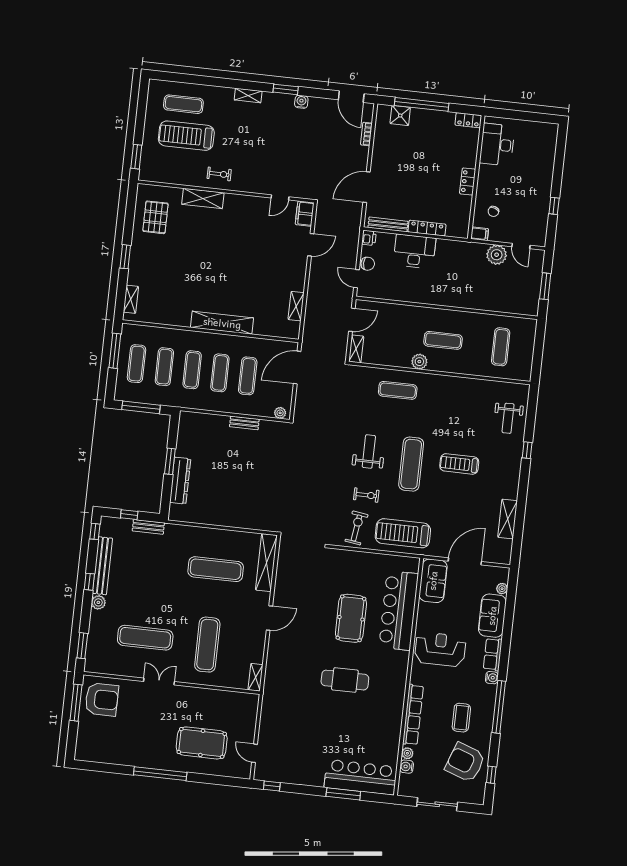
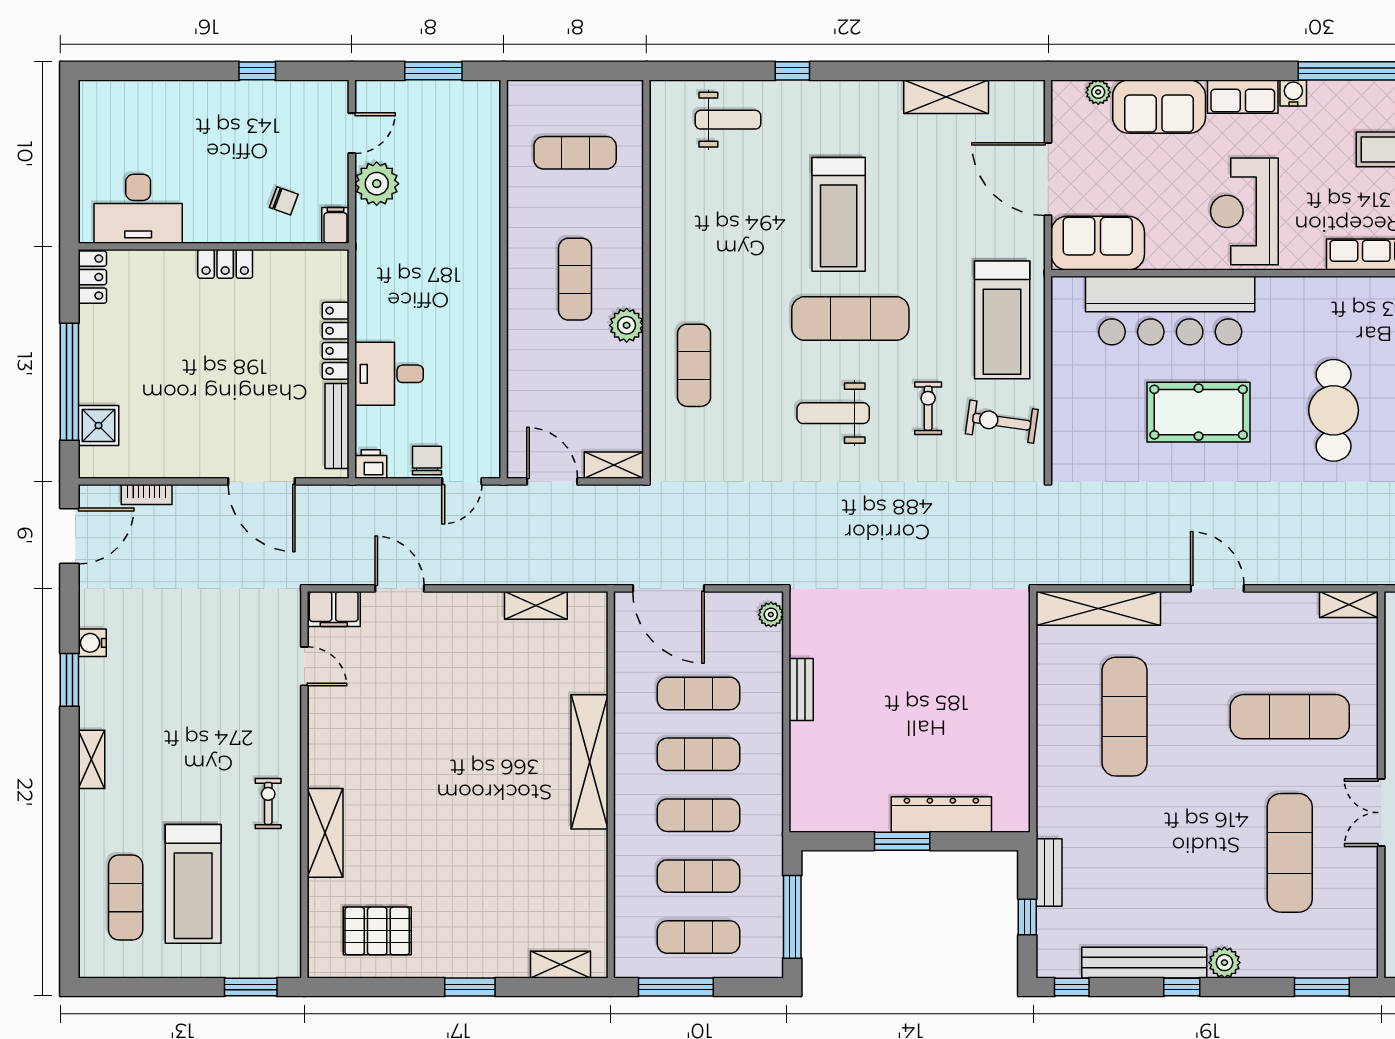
desk: (415, 251) -> (389, 374), width x0.73
treadmill: (459, 464) -> (839, 214), width x1.37, depth x1.38

